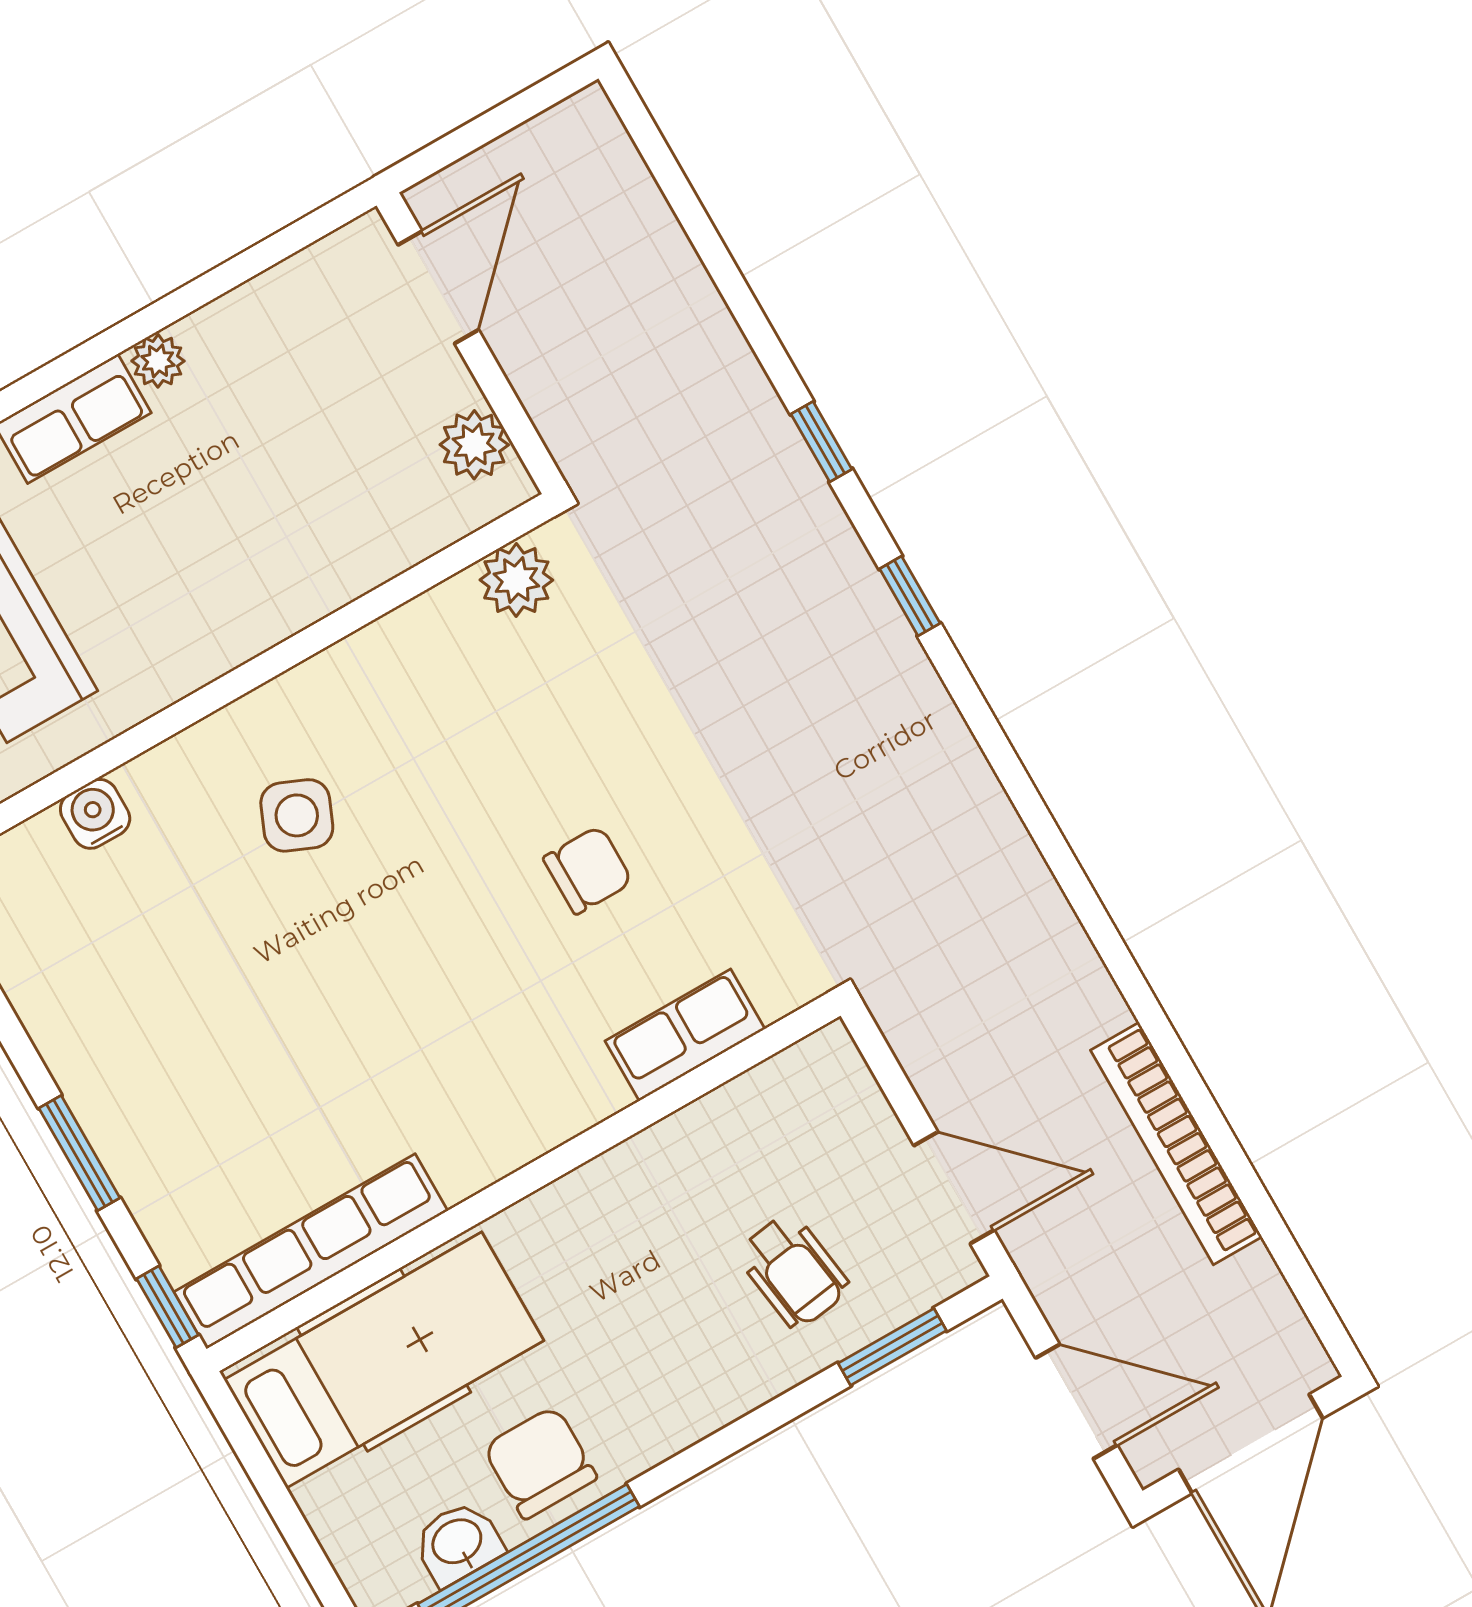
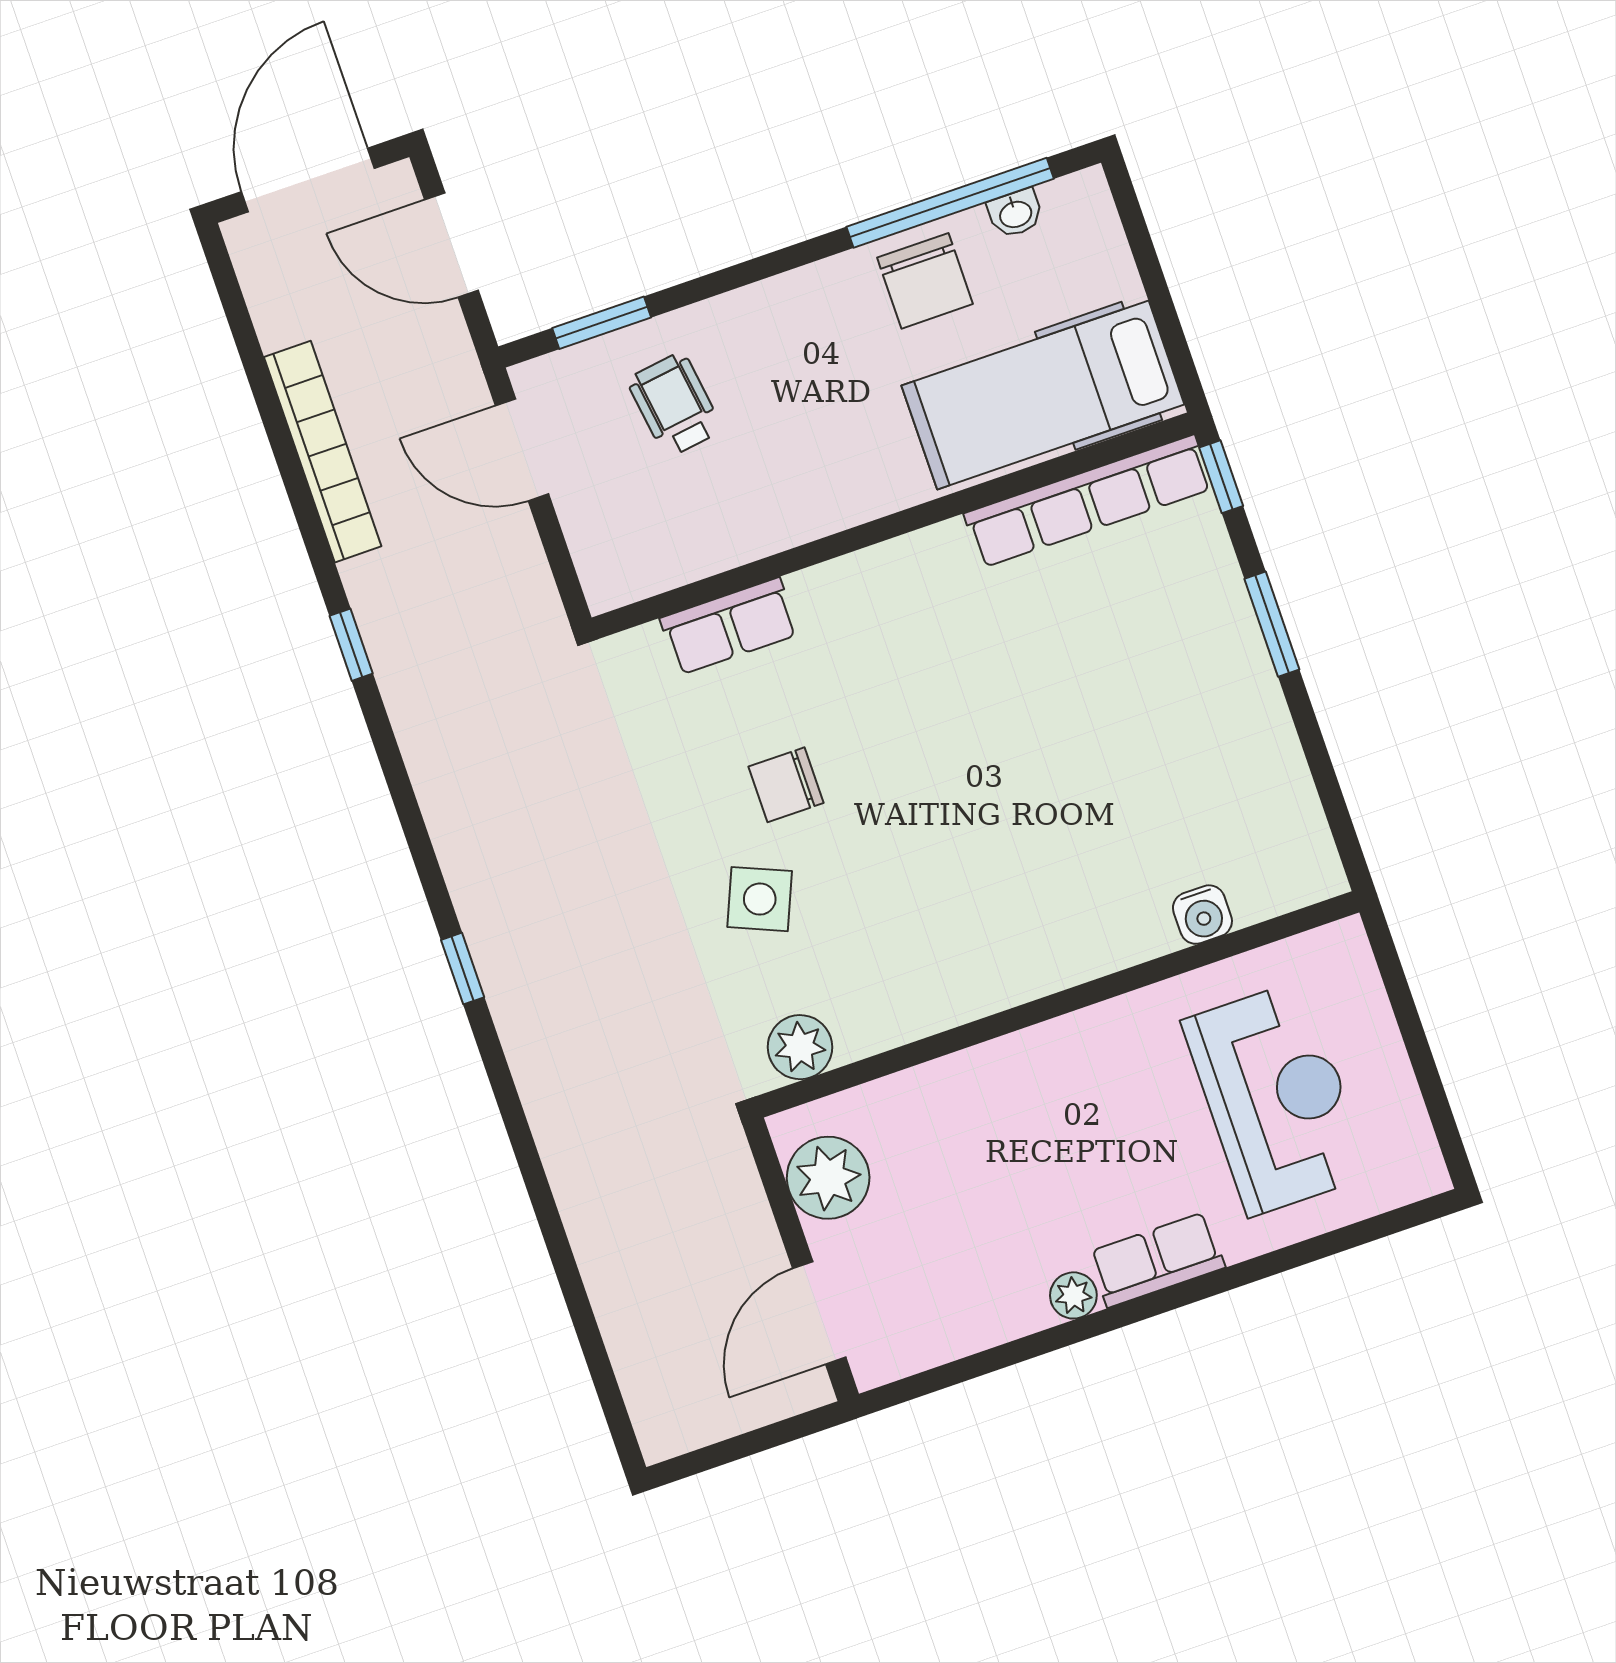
window: (821, 442) -> (351, 645), moved
plant: (474, 445) -> (828, 1178), width x1.36, depth x1.36
side table: (297, 815) -> (760, 899), moved
washbasin: (458, 1543) -> (1015, 213), width x0.72, depth x0.69

